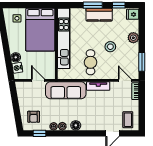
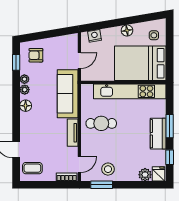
plant: (133, 38) -> (145, 175), moved
stool: (110, 47) -> (108, 169), moved
floor lamp: (16, 57) -> (127, 30), moved

